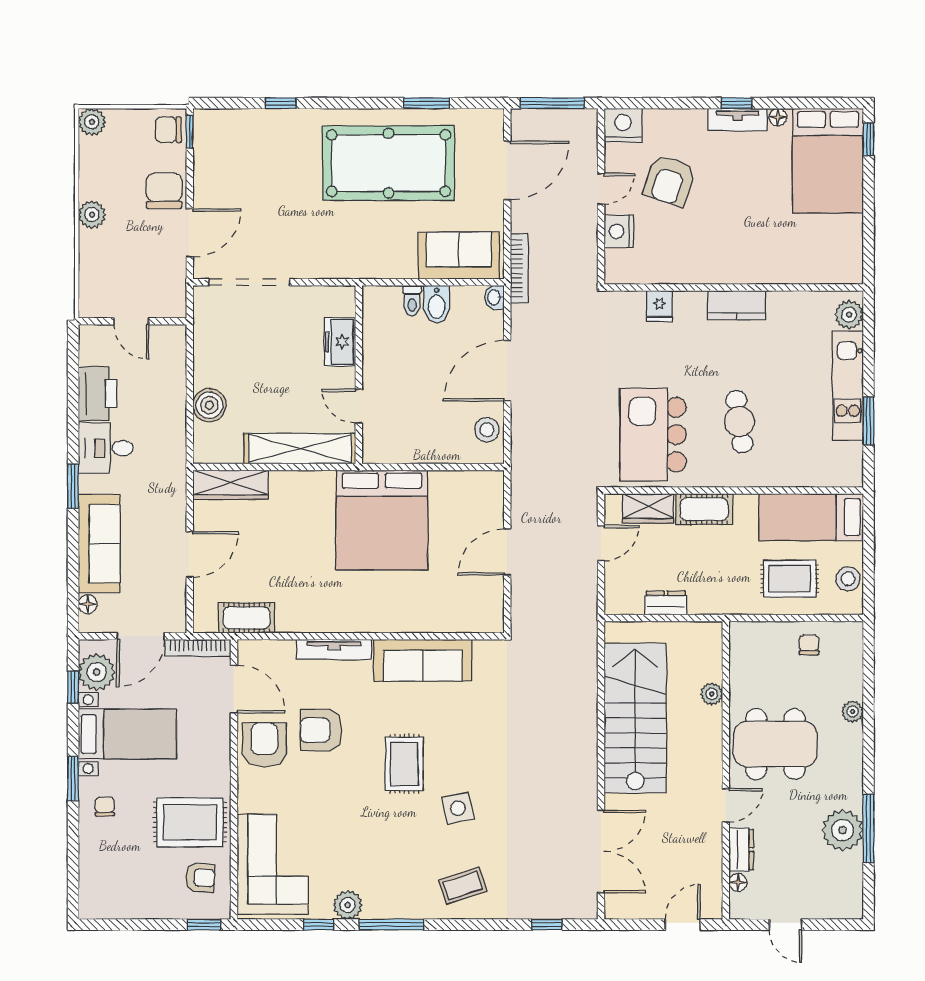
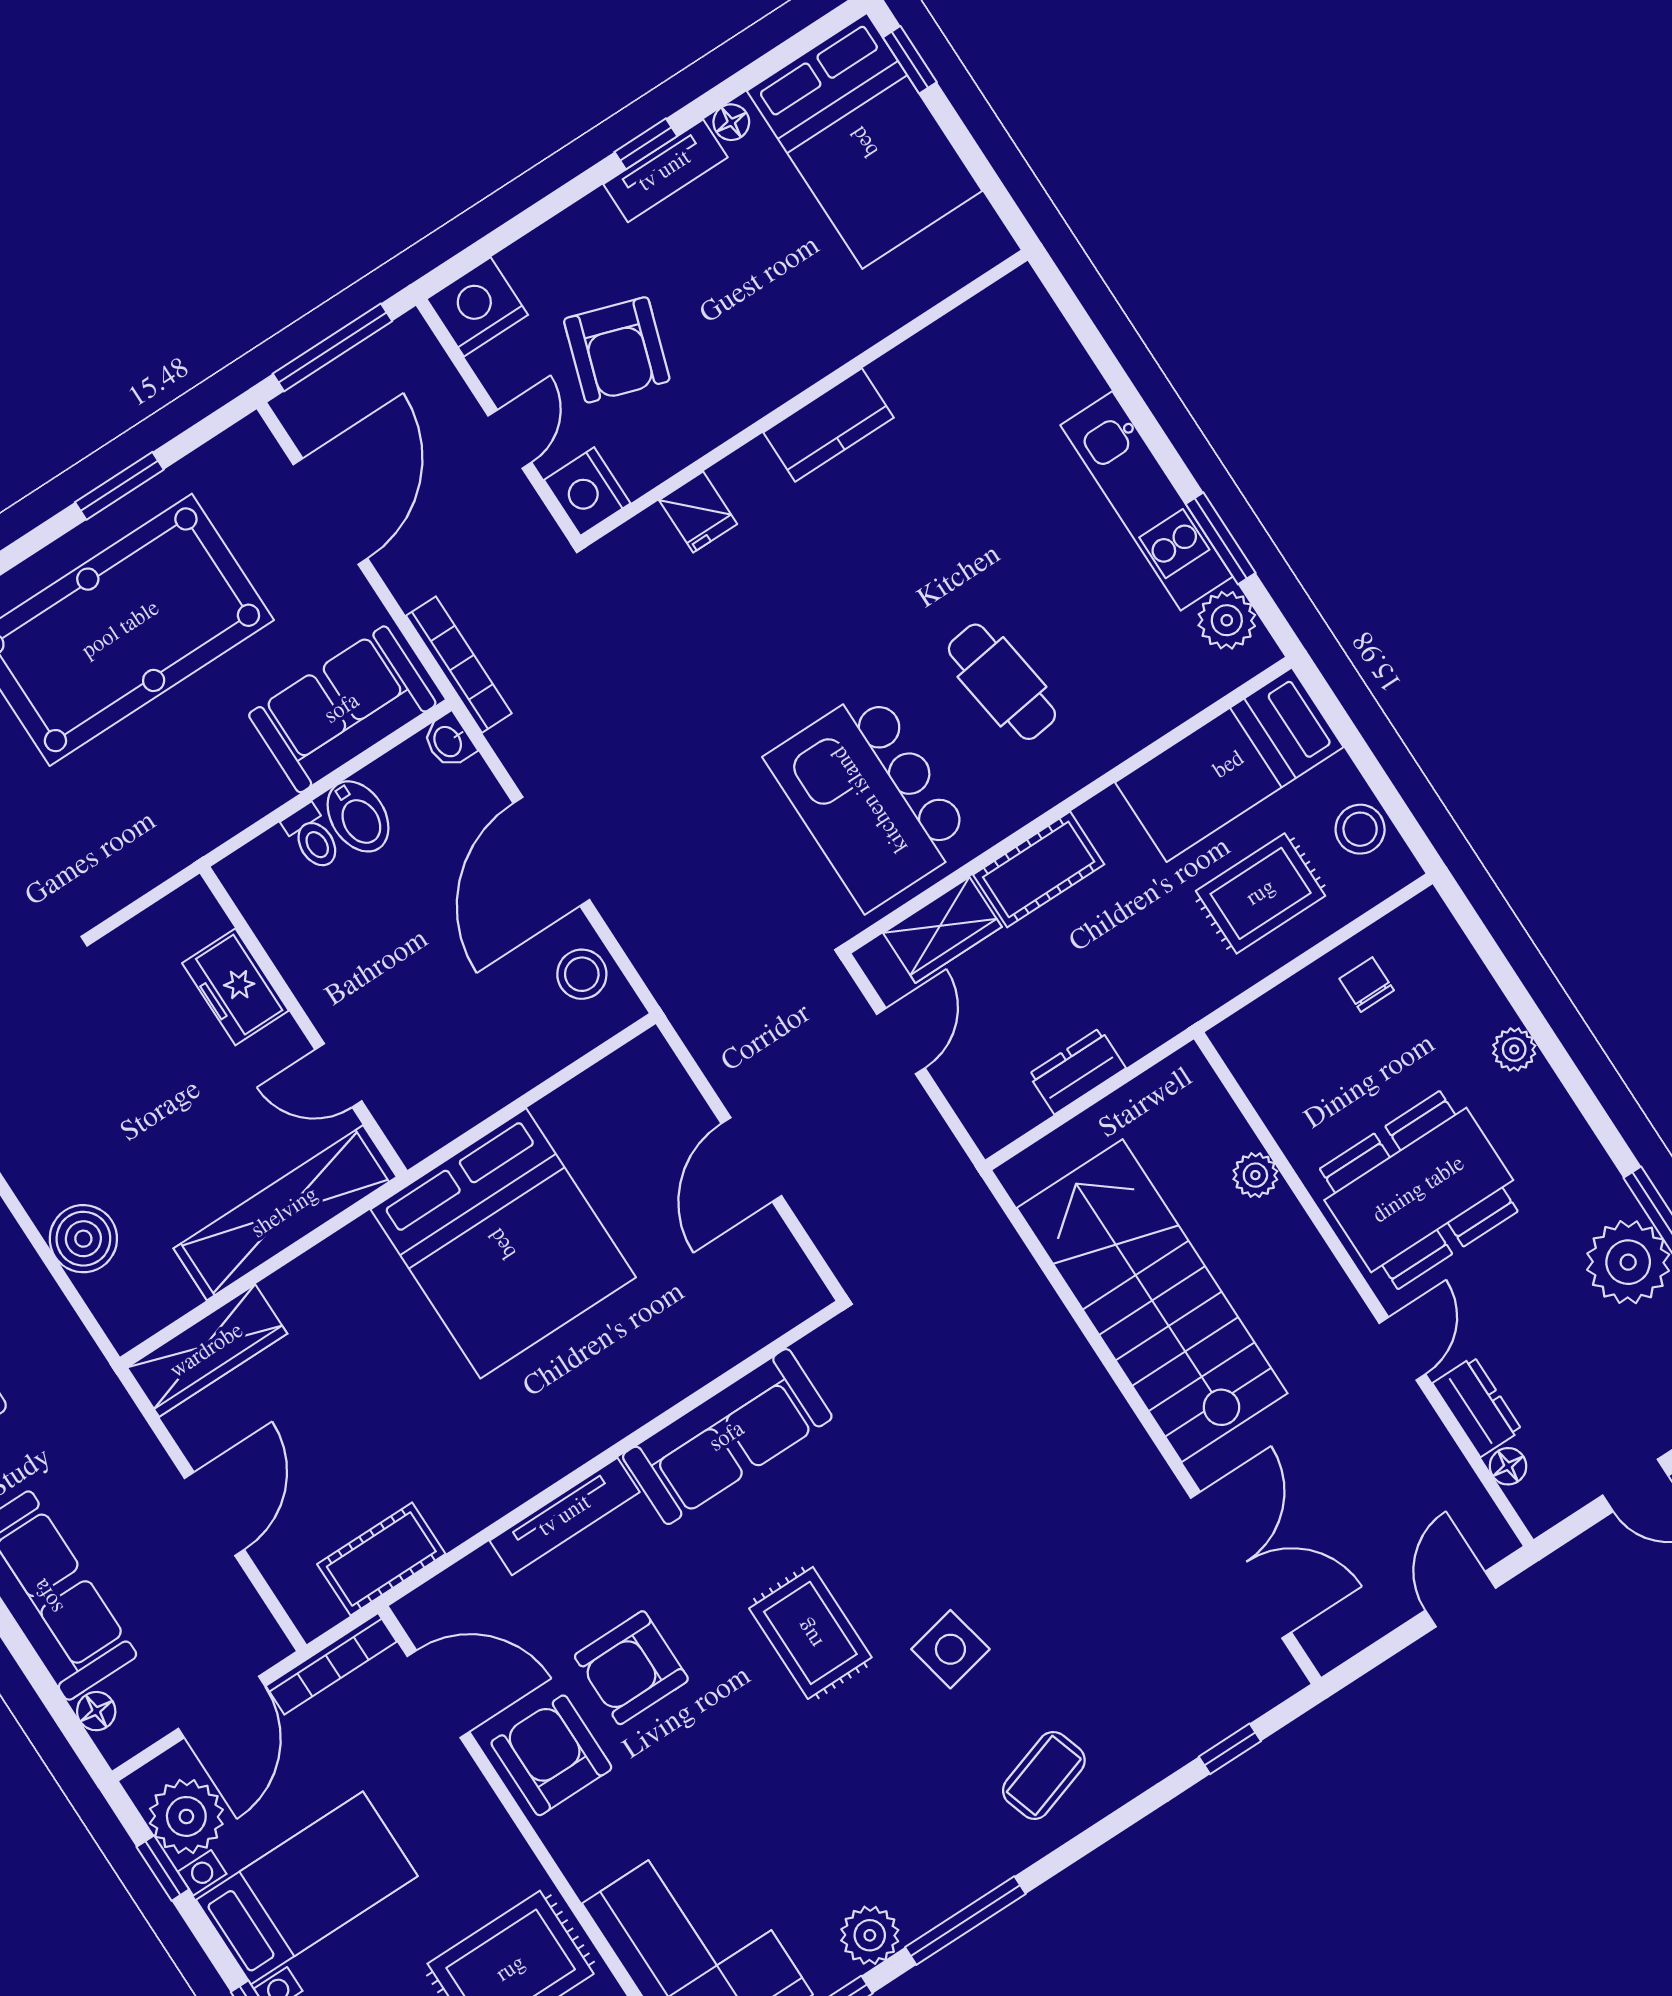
wall: (734, 287) -> (804, 398), moved
kitchen counter: (737, 305) -> (828, 425), moved
fridge: (659, 306) -> (698, 512), moved
plant: (849, 315) -> (1227, 620), moved

